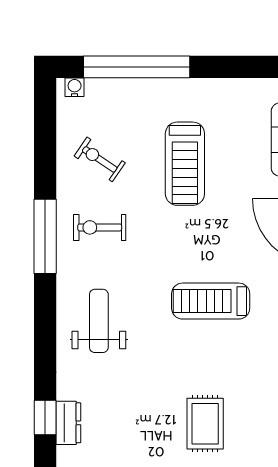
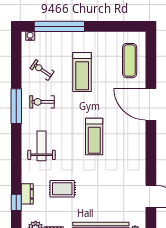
treadmill: (211, 301) -> (94, 137), turned -90
window: (45, 417) -> (16, 202), moved
rug: (205, 424) -> (62, 189), moved, turned 90

